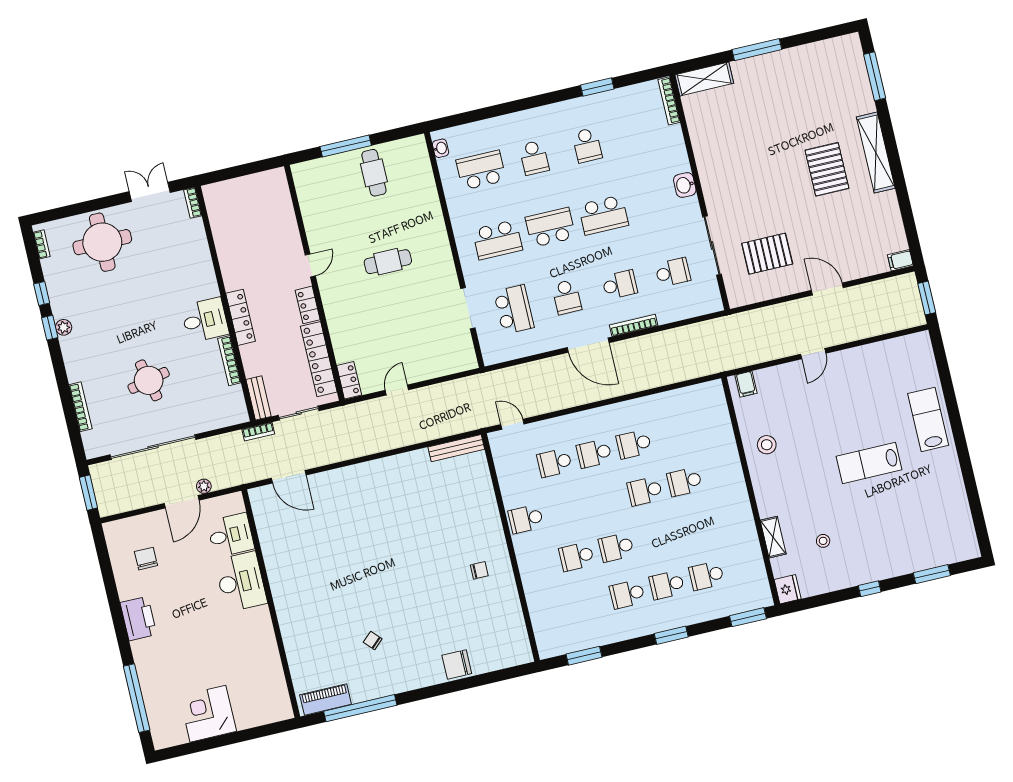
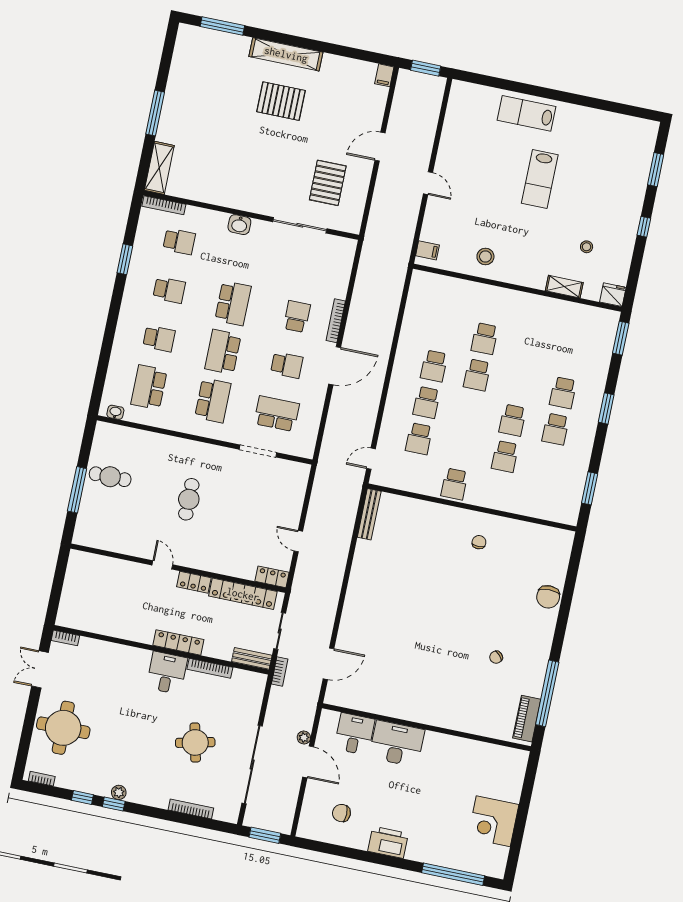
school desk: (673, 272) -> (179, 241), moved, turned 90
school desk: (707, 576) -> (571, 356), removed

